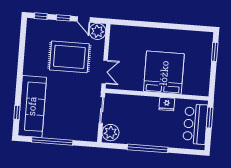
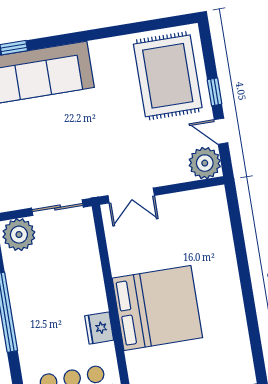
window: (41, 16) -> (207, 48), removed
door: (84, 19) -> (221, 131), hinge flipped
rug: (69, 57) -> (168, 76), moved

